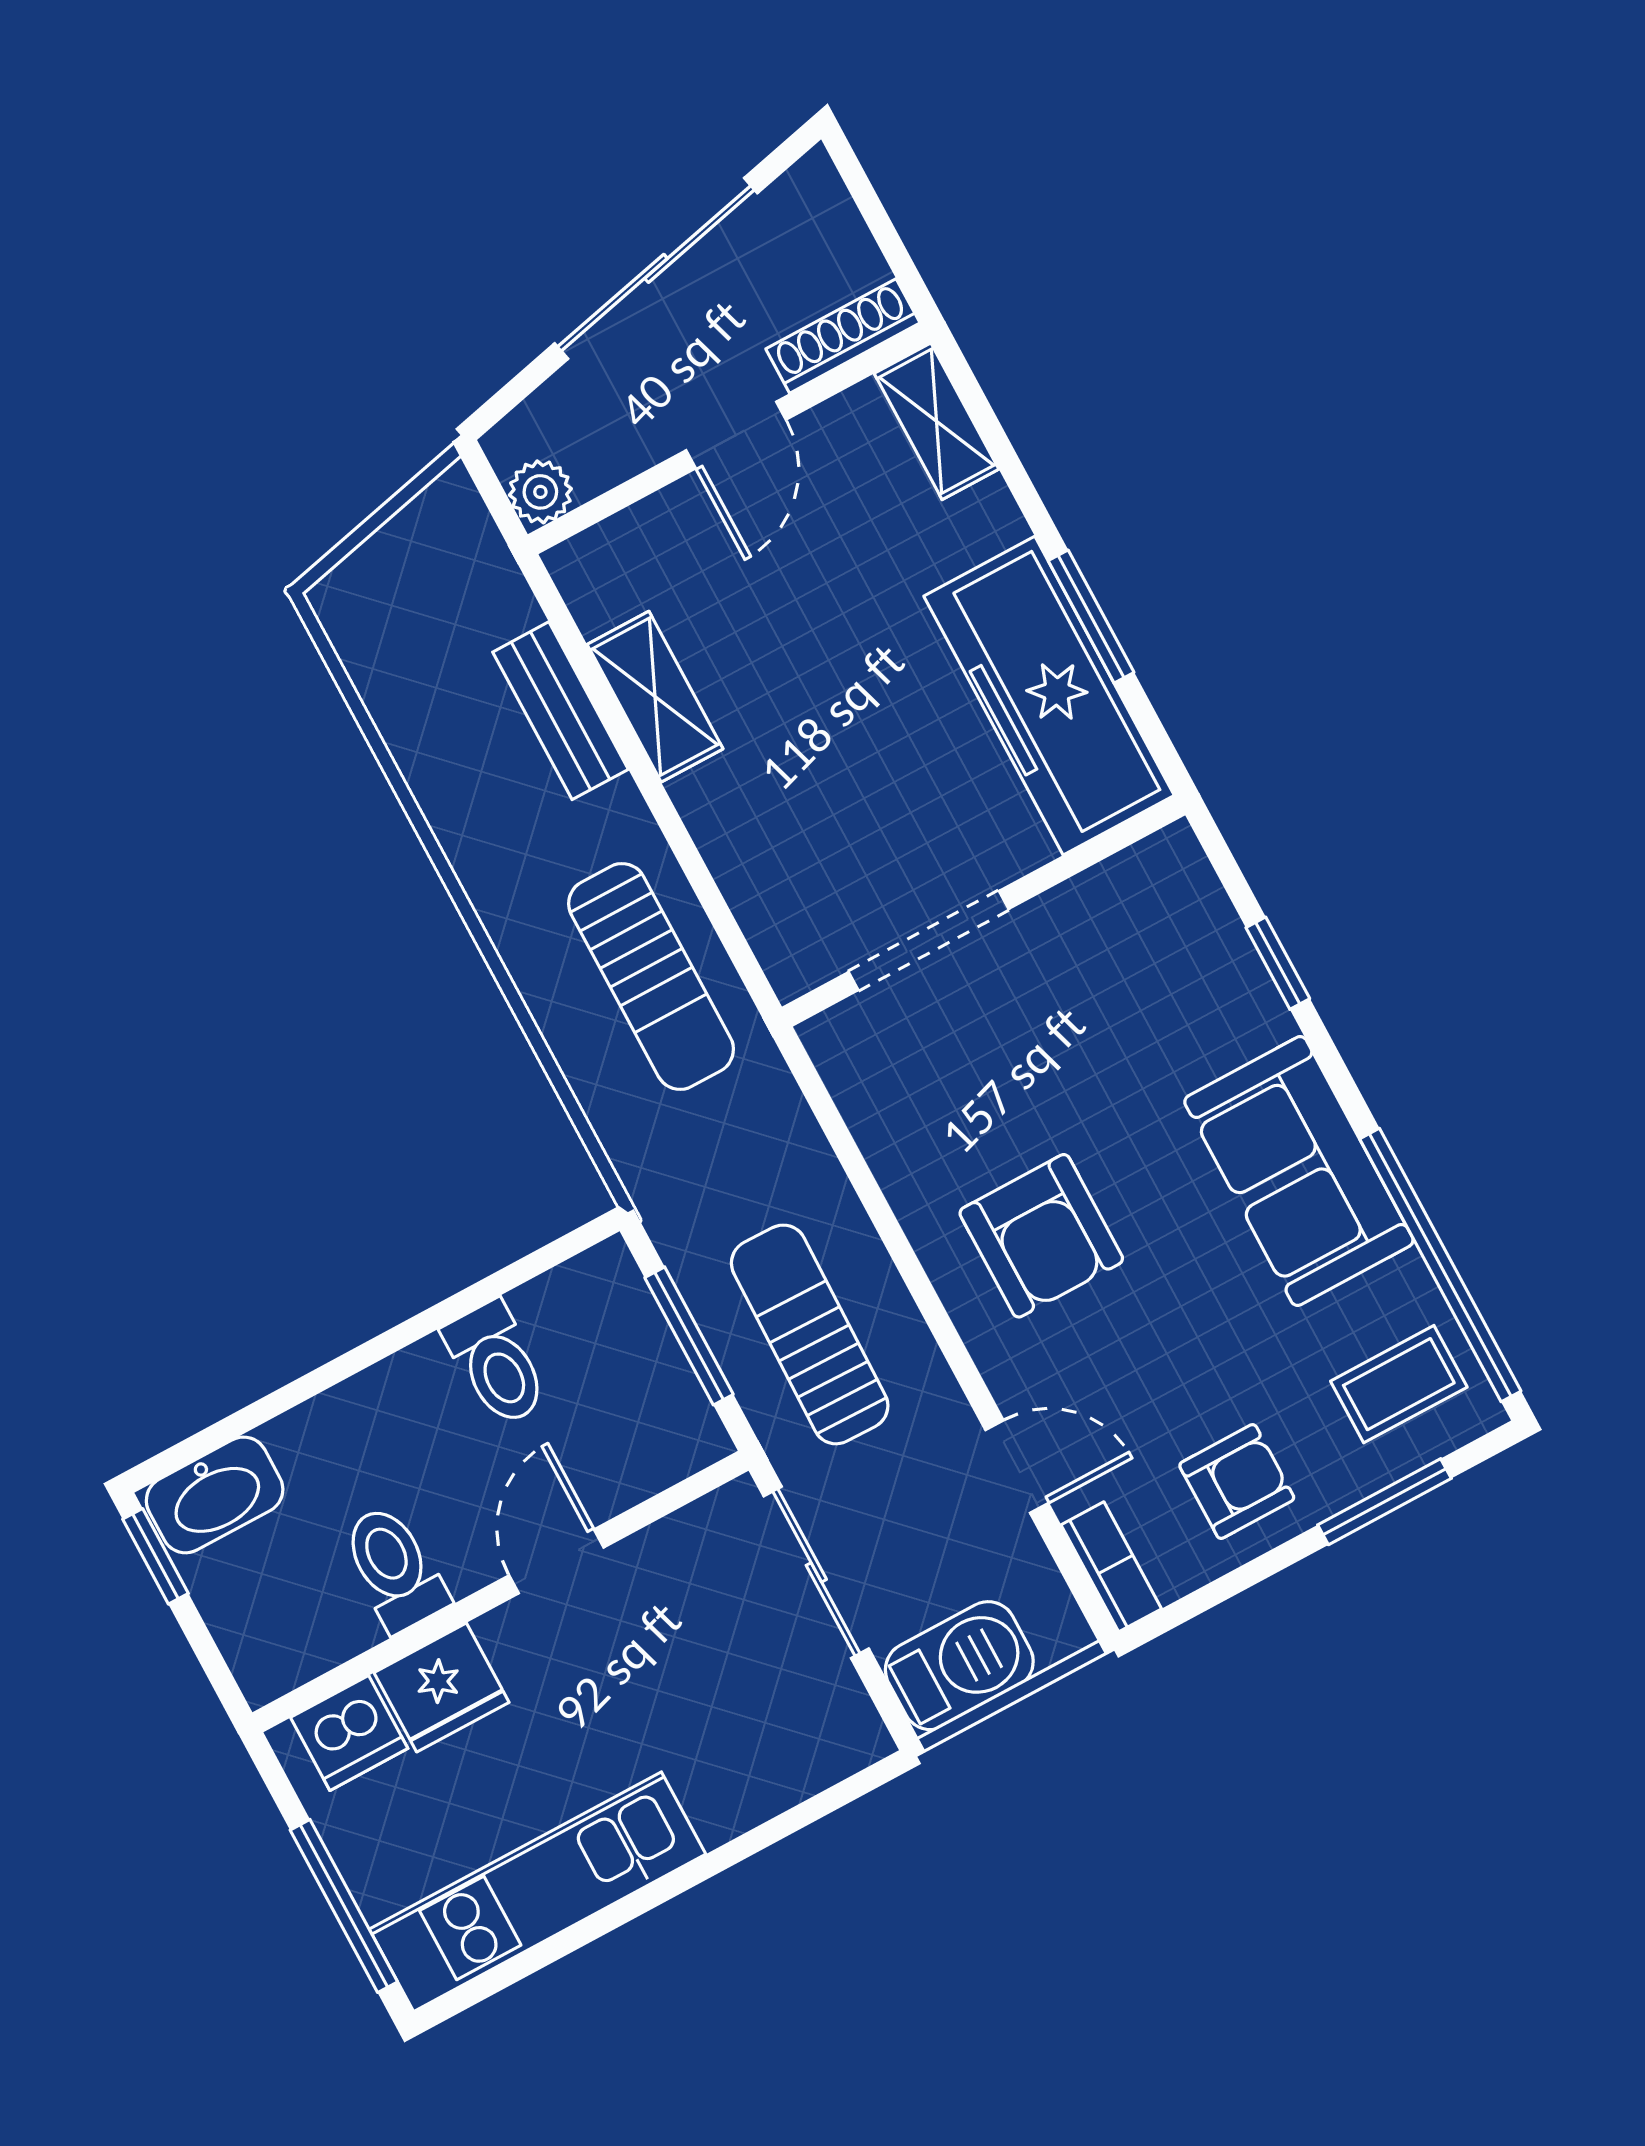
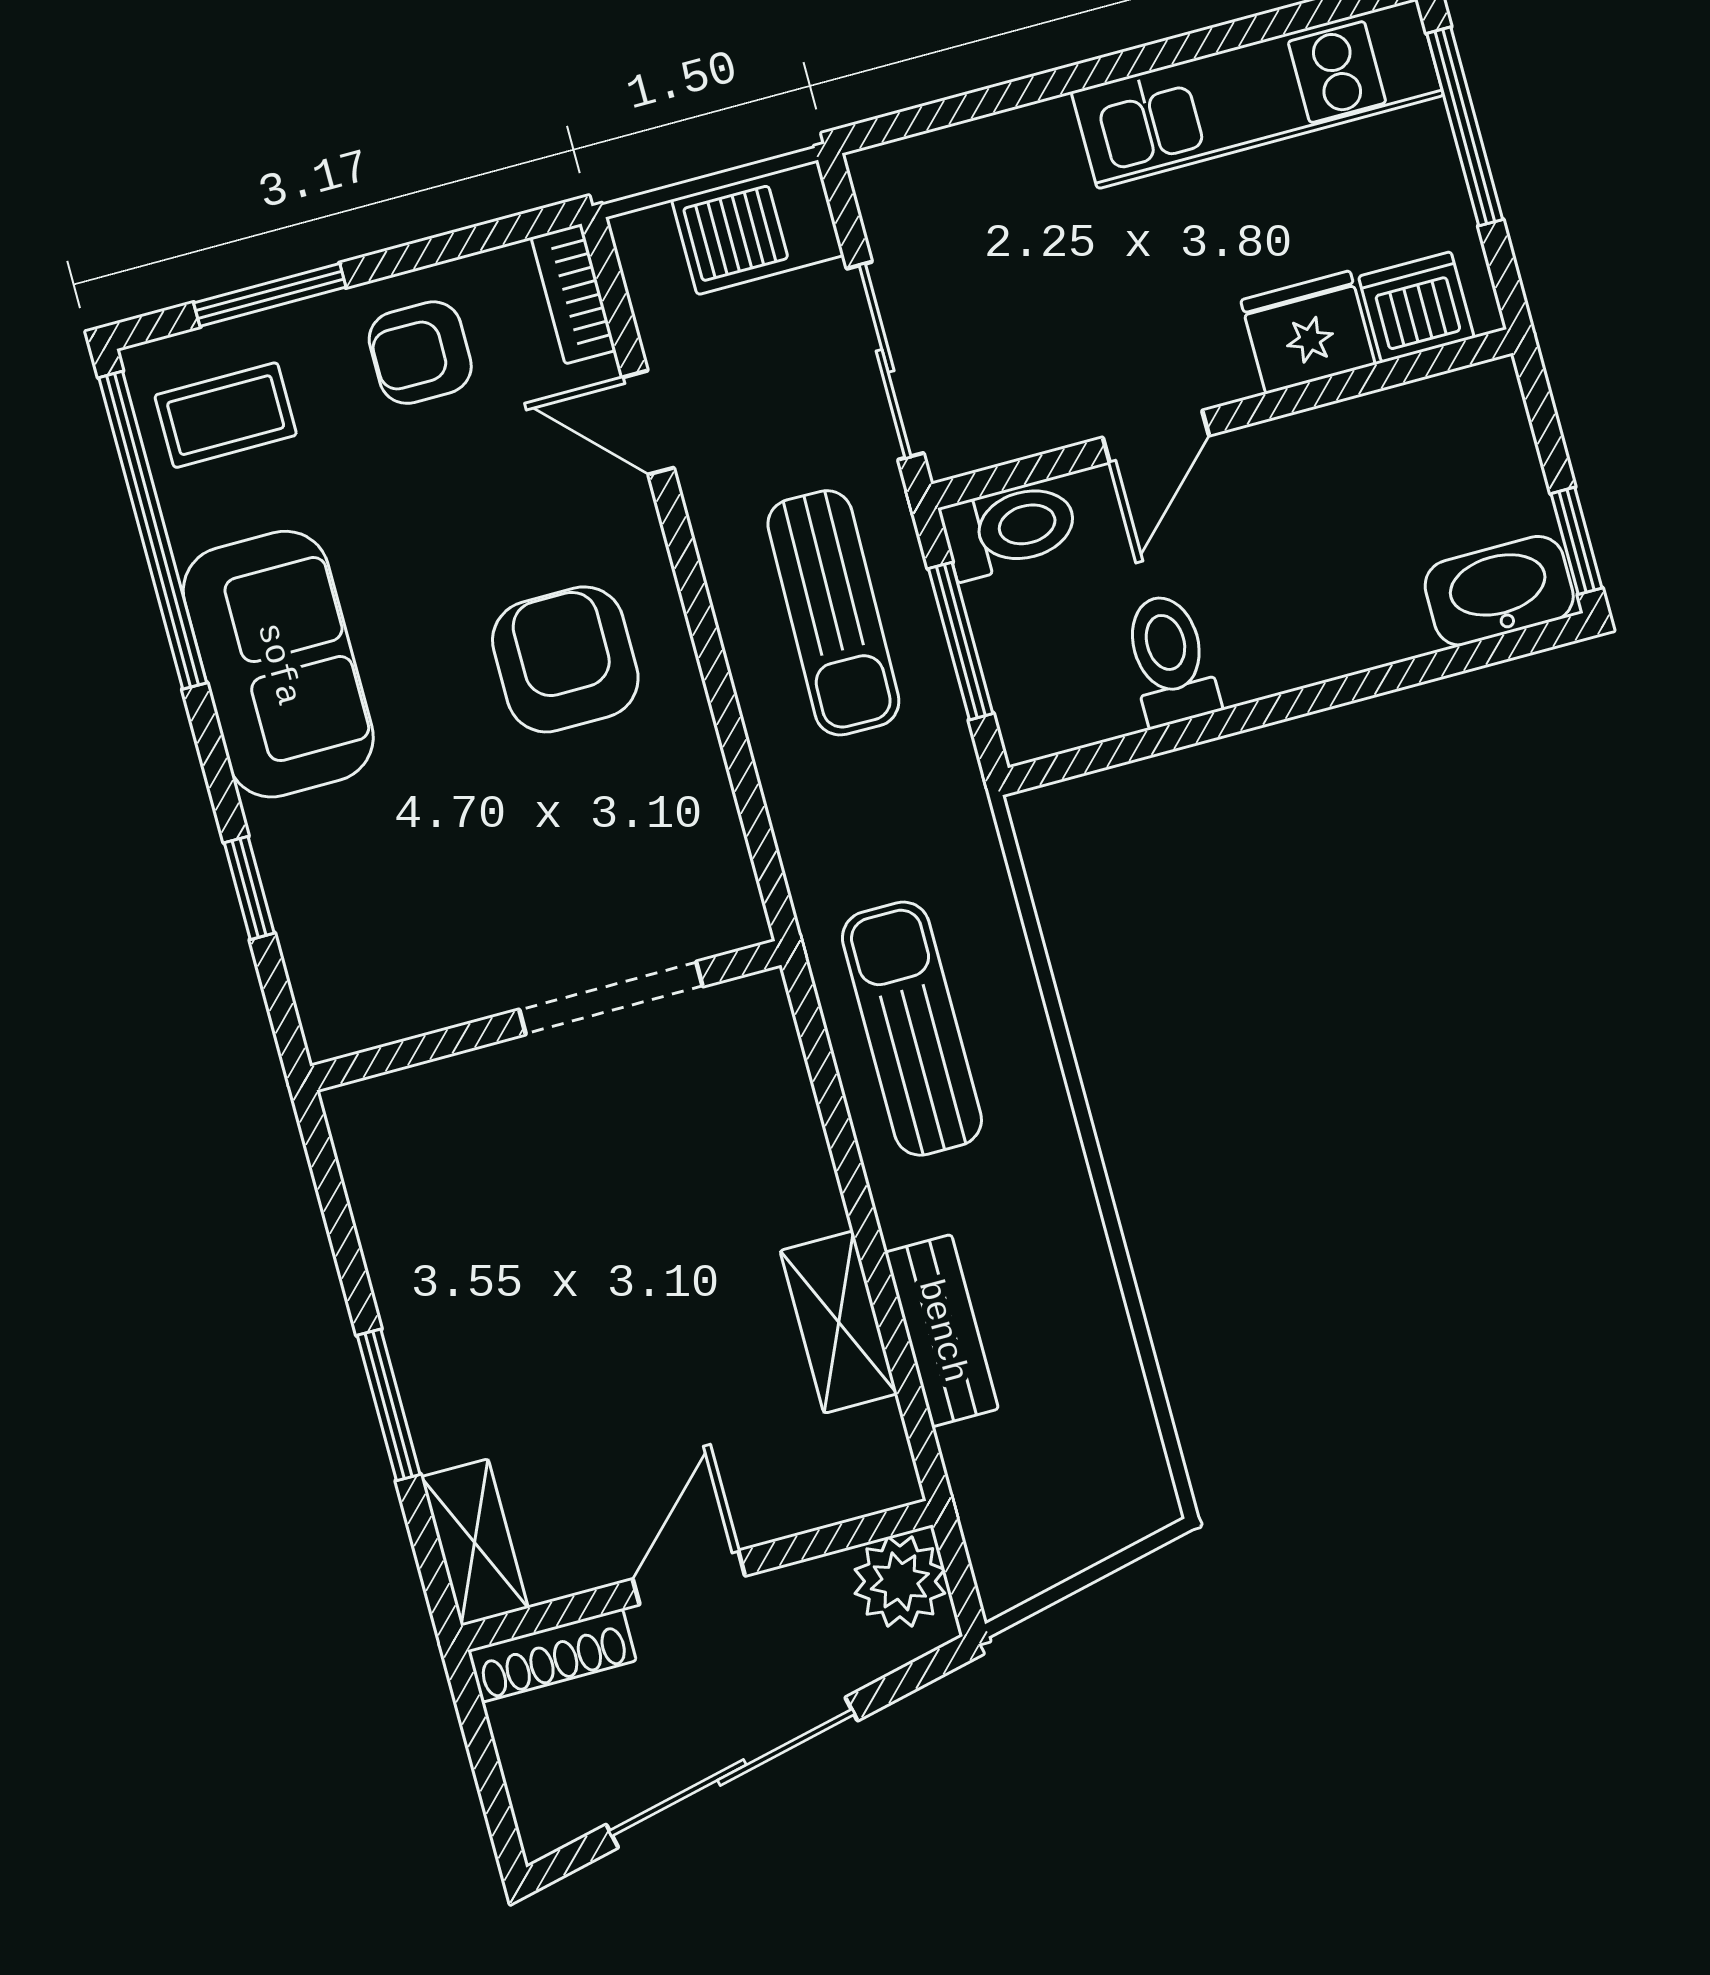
plant: (540, 492) -> (900, 1581), width x1.38, depth x1.38
window: (1091, 617) -> (389, 1405), moved
freezer: (1049, 696) -> (424, 1226), removed
toilet: (394, 1568) -> (1010, 529), moved, turned -90

